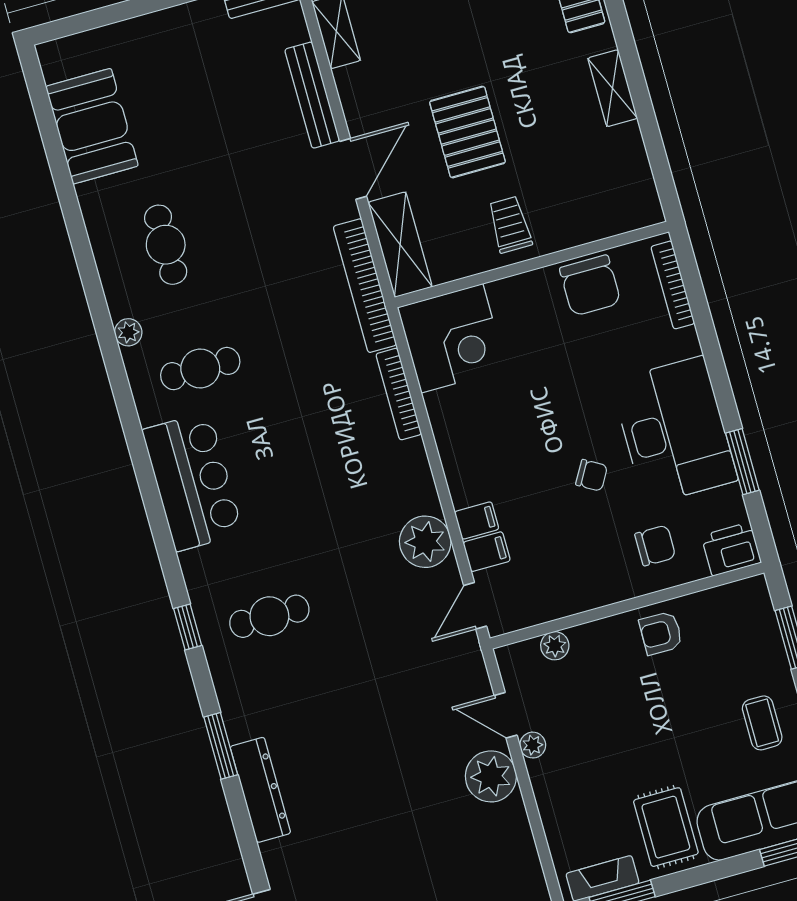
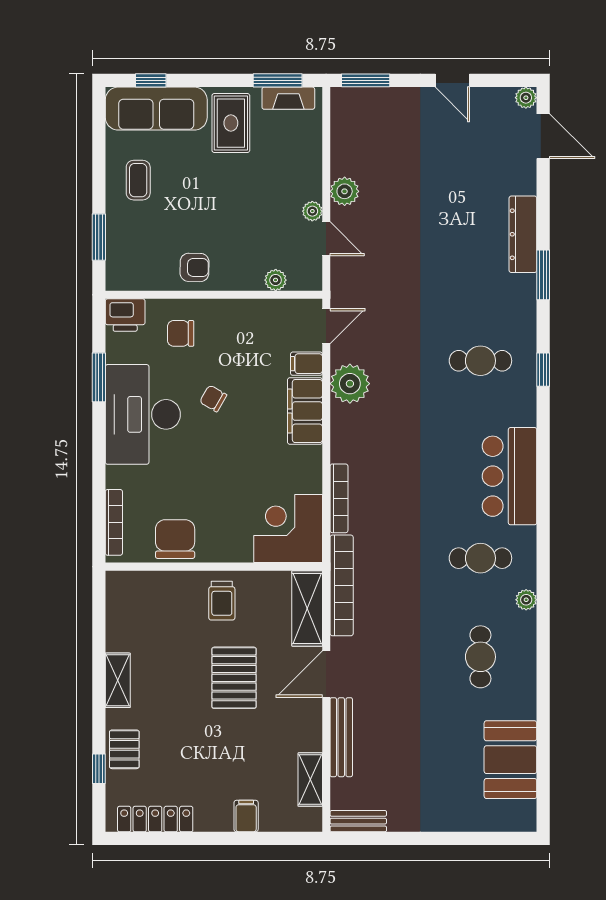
filing cabinet: (477, 520) -> (305, 411), width x3.00, depth x1.17
plant: (491, 776) -> (345, 191), width x0.73, depth x0.73

